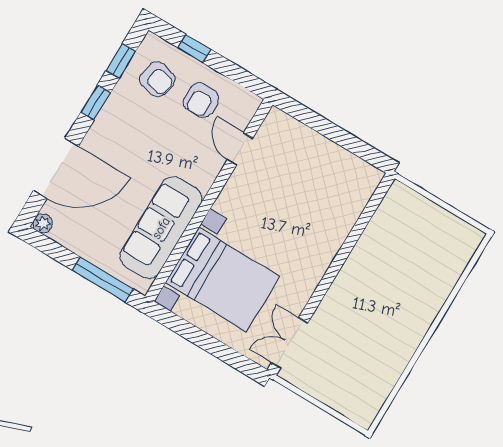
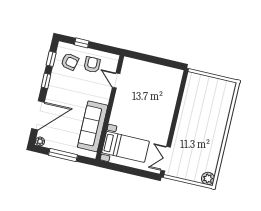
armchair: (201, 100) -> (92, 65), turned 180
window: (102, 279) -> (63, 155), moved
bed with nightstands: (222, 279) -> (126, 147), width x0.73
plant: (363, 412) -> (208, 179), added

